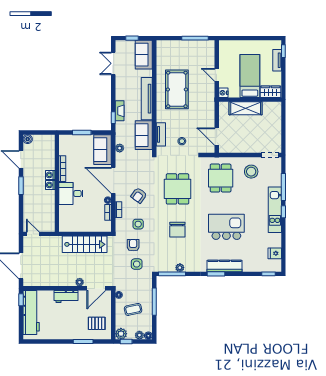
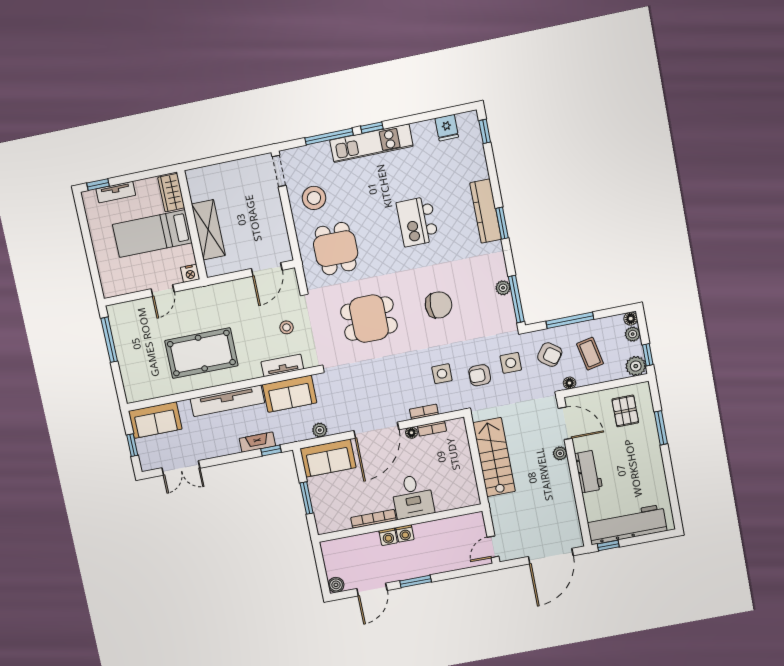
dining table: (221, 178) -> (336, 249), turned 90
armchair: (139, 195) -> (550, 355), moved
kitchen island: (226, 227) -> (417, 222), width x0.73, depth x0.78

